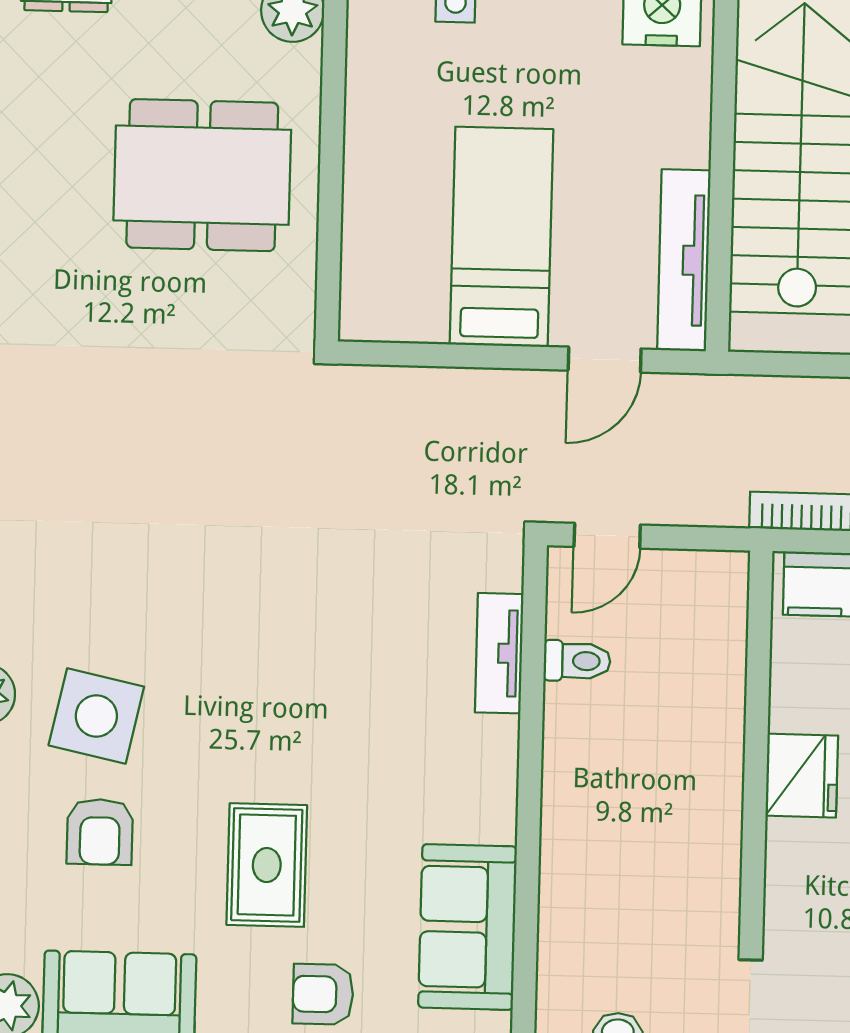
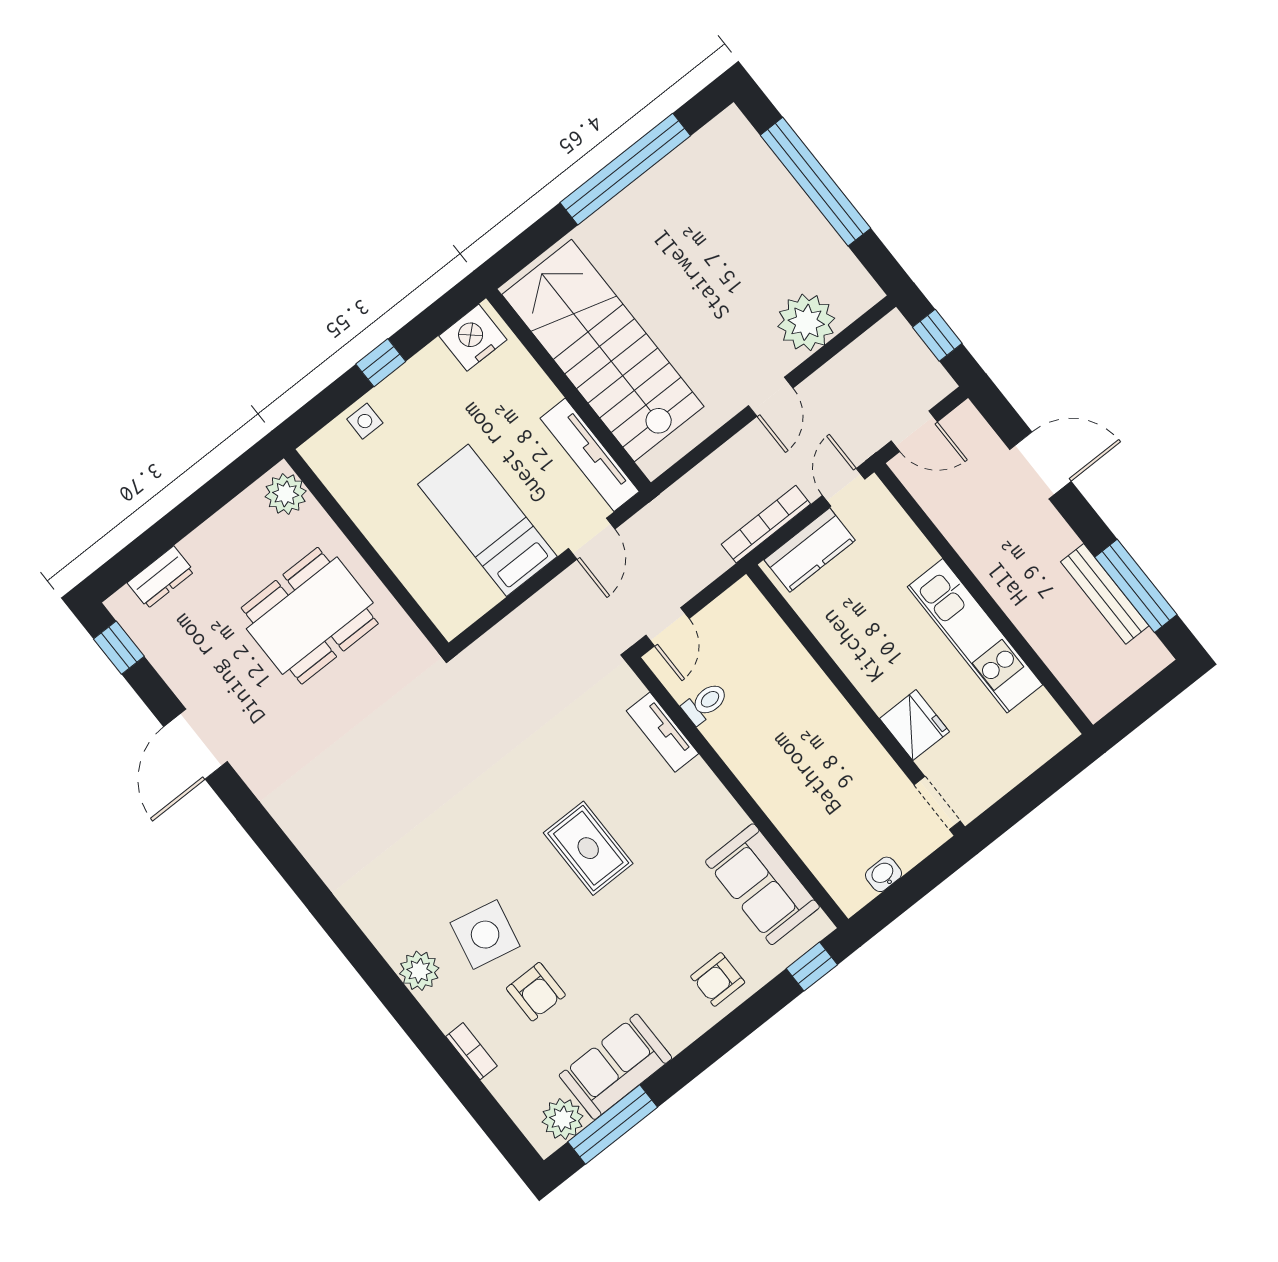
fridge: (802, 776) -> (914, 725), moved
rug: (267, 865) -> (588, 848), moved

